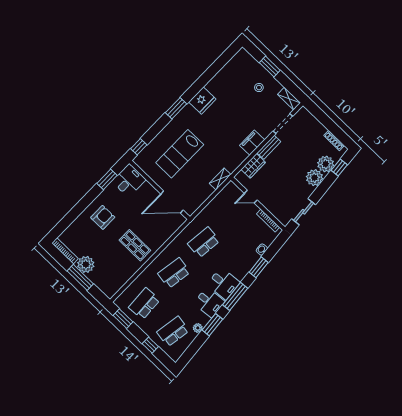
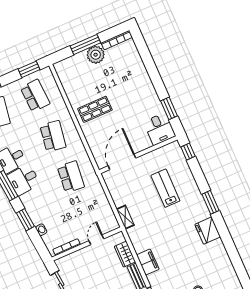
lab bench: (180, 154) -> (165, 188), width x0.73, depth x0.72
armchair: (103, 217) -> (134, 89), removed

